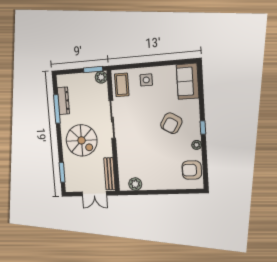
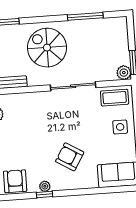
dresser: (63, 101) -> (95, 25), removed
window: (203, 127) -> (44, 195), moved
spiral stairs: (82, 140) -> (47, 48), turned 90

